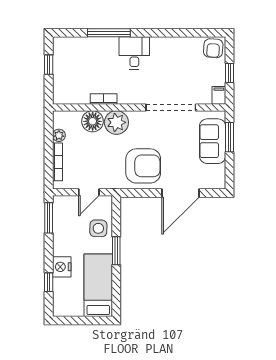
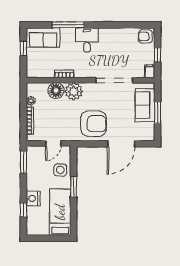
armchair: (213, 48) -> (145, 36), turned 86
sofa: (75, 50) -> (43, 37), added
window: (229, 137) -> (158, 113), moved

